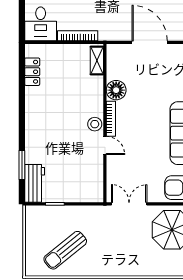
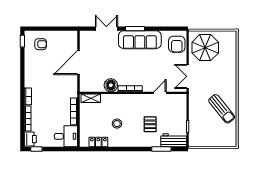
stool: (95, 124) -> (117, 124), moved
door: (105, 146) -> (160, 93), moved
pallet: (58, 148) -> (150, 124), added
sun lounger: (65, 250) -> (222, 109), moved

